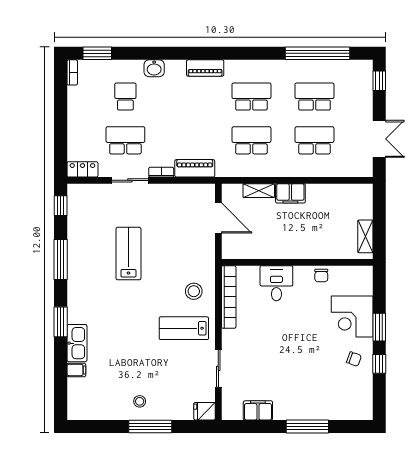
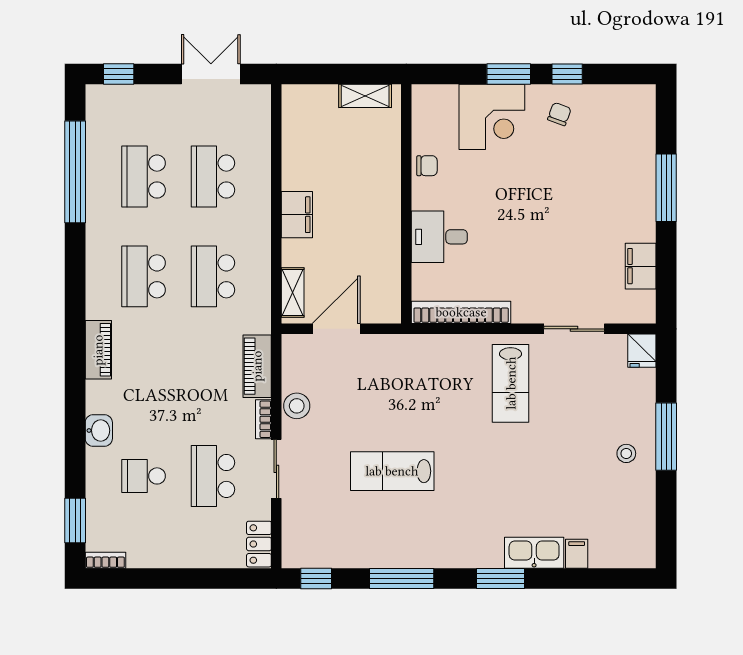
shelving: (259, 191) -> (293, 292), moved
stool: (194, 291) -> (297, 406), moved

